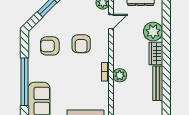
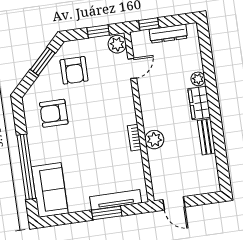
plant: (153, 32) -> (198, 79), width x0.53, depth x0.53
armchair: (81, 44) -> (74, 70), moved
bench: (158, 83) -> (207, 137), width x0.73

